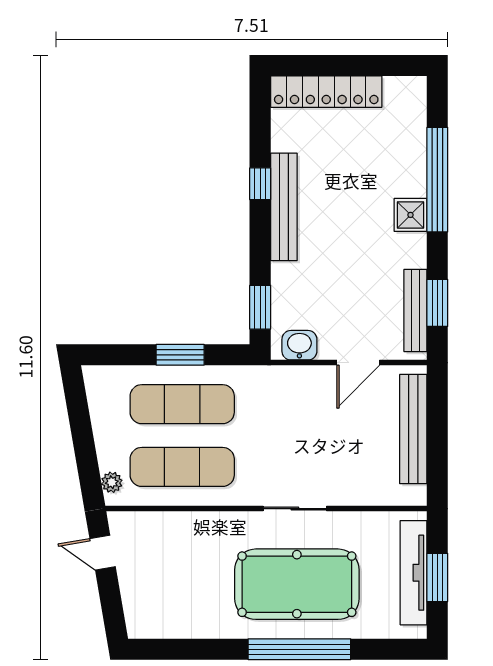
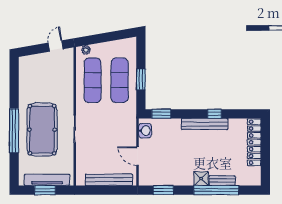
bench: (415, 310) -> (222, 181), moved, width x0.73

